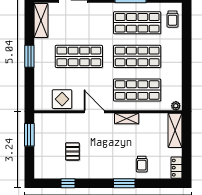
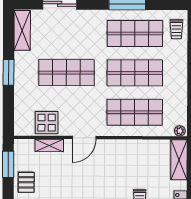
door: (94, 112) -> (84, 138), swing flipped
shelving: (127, 119) -> (49, 145), moved
pallet: (72, 151) -> (26, 182), moved

